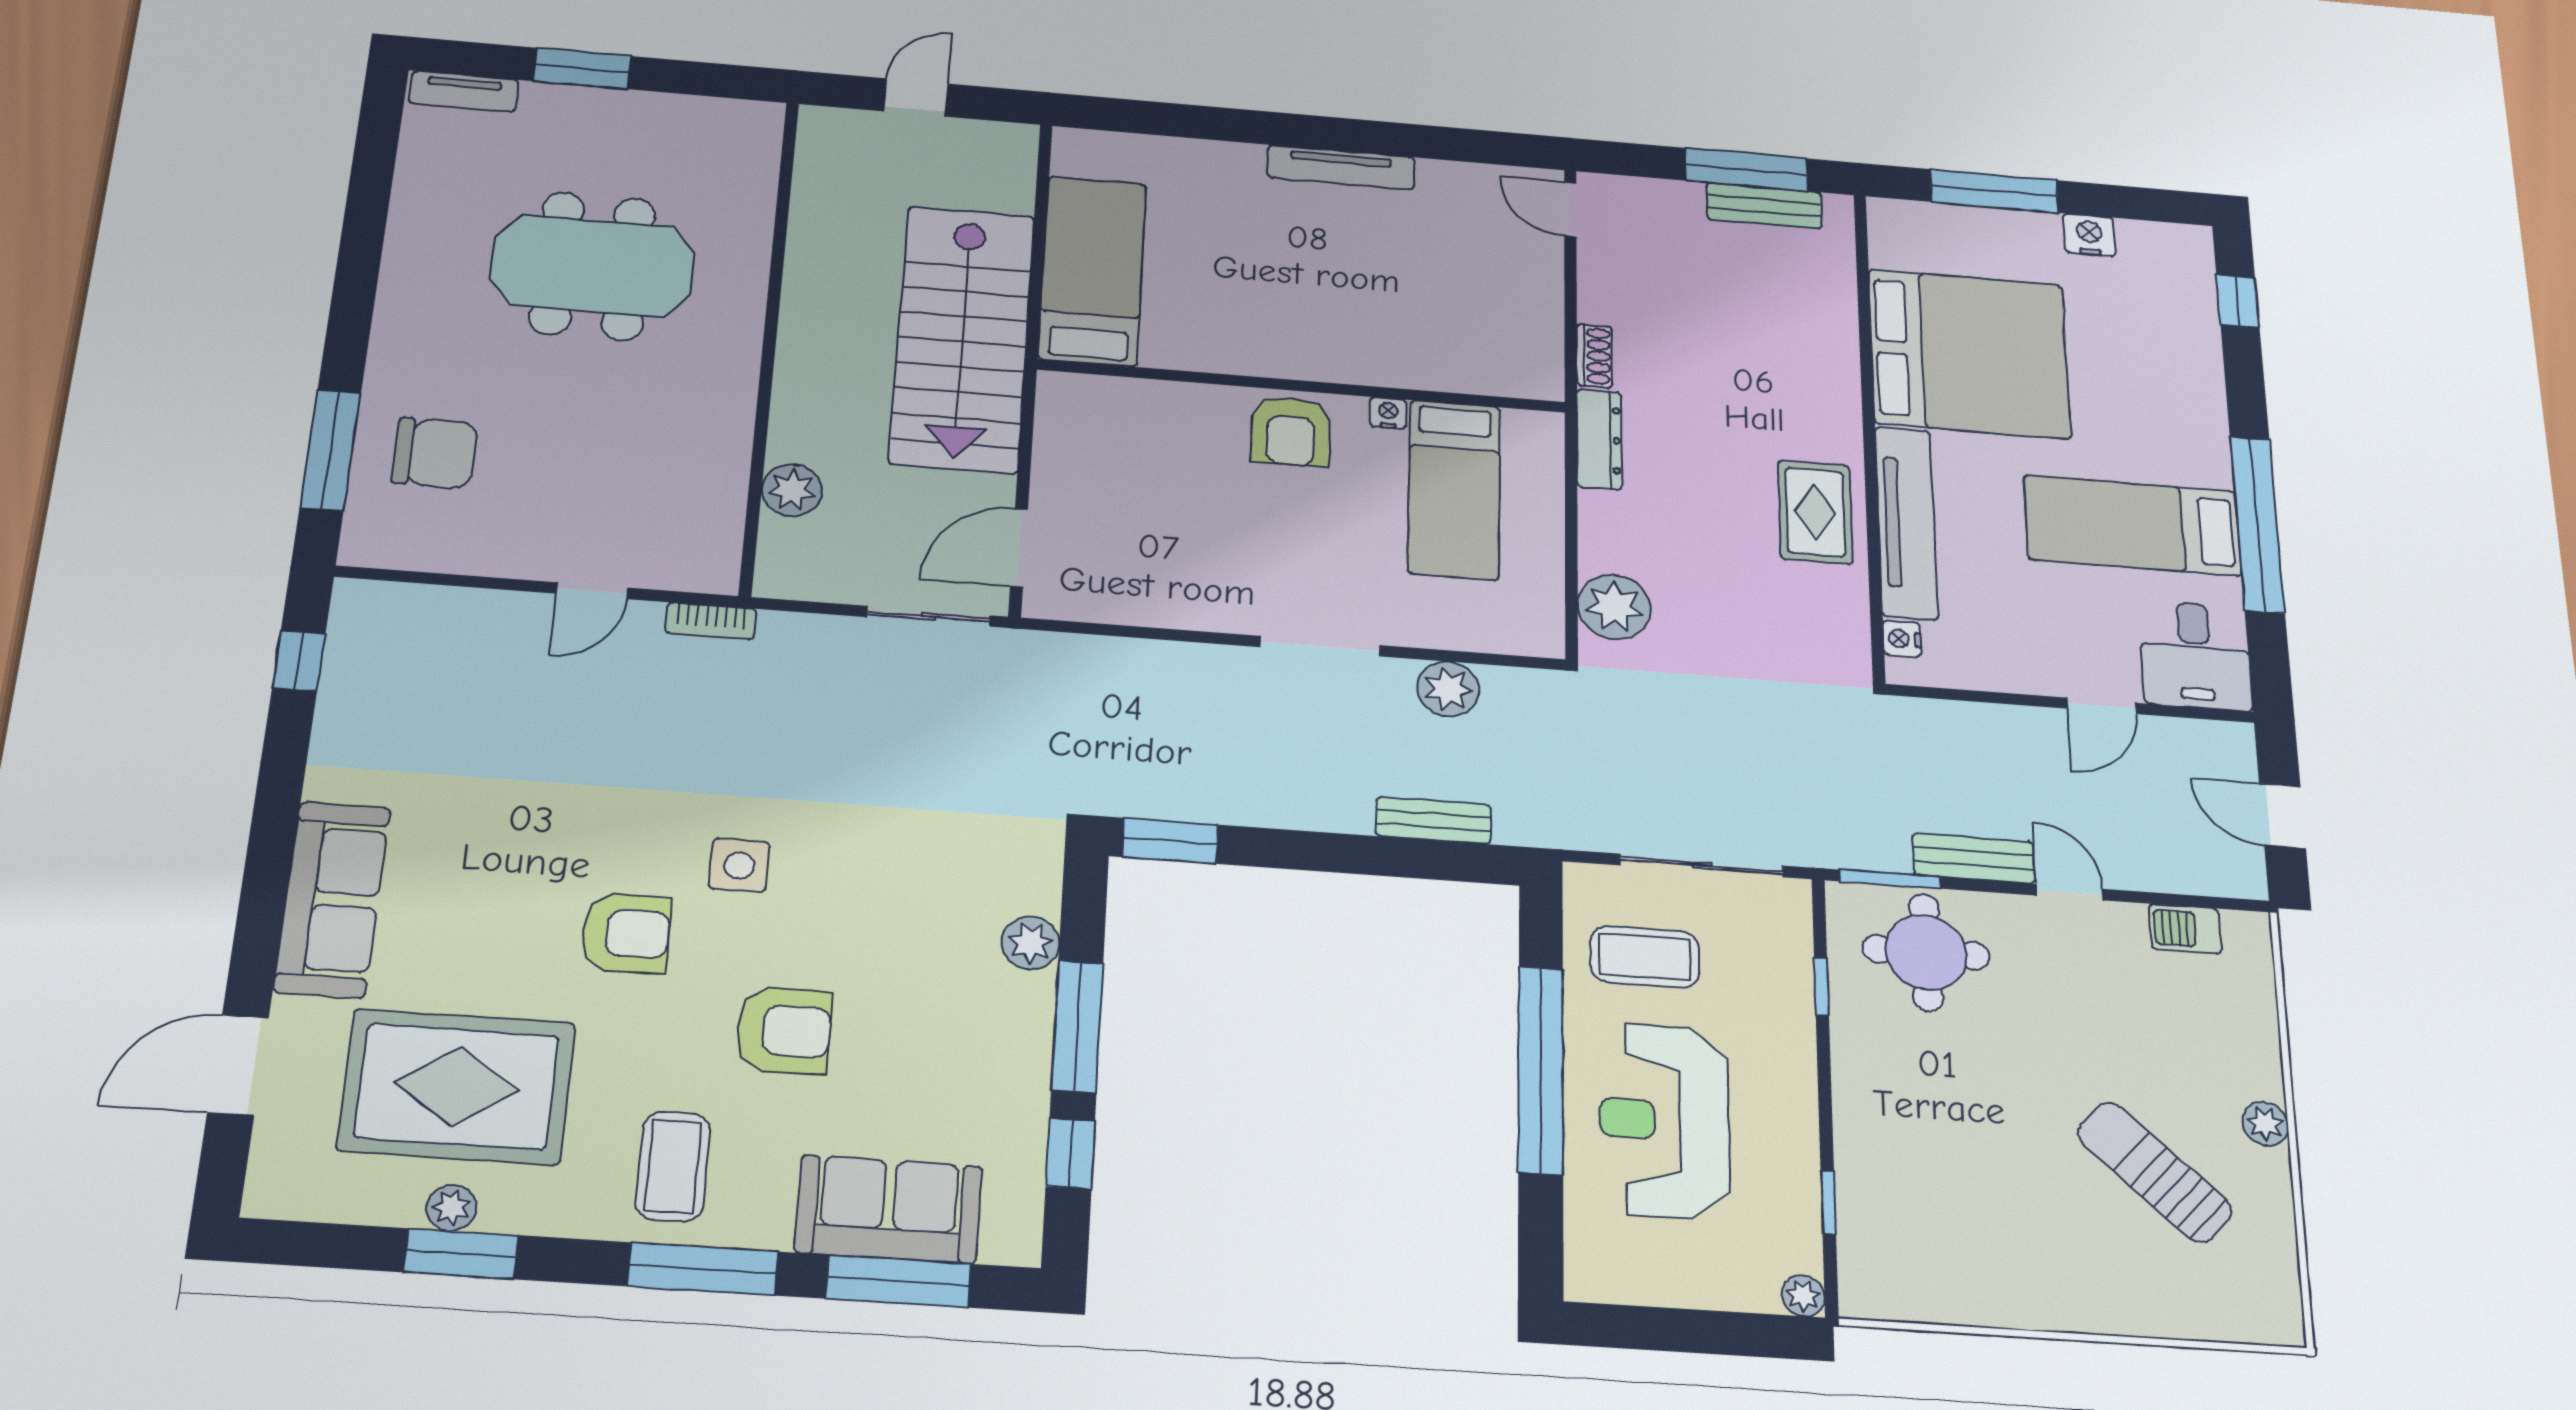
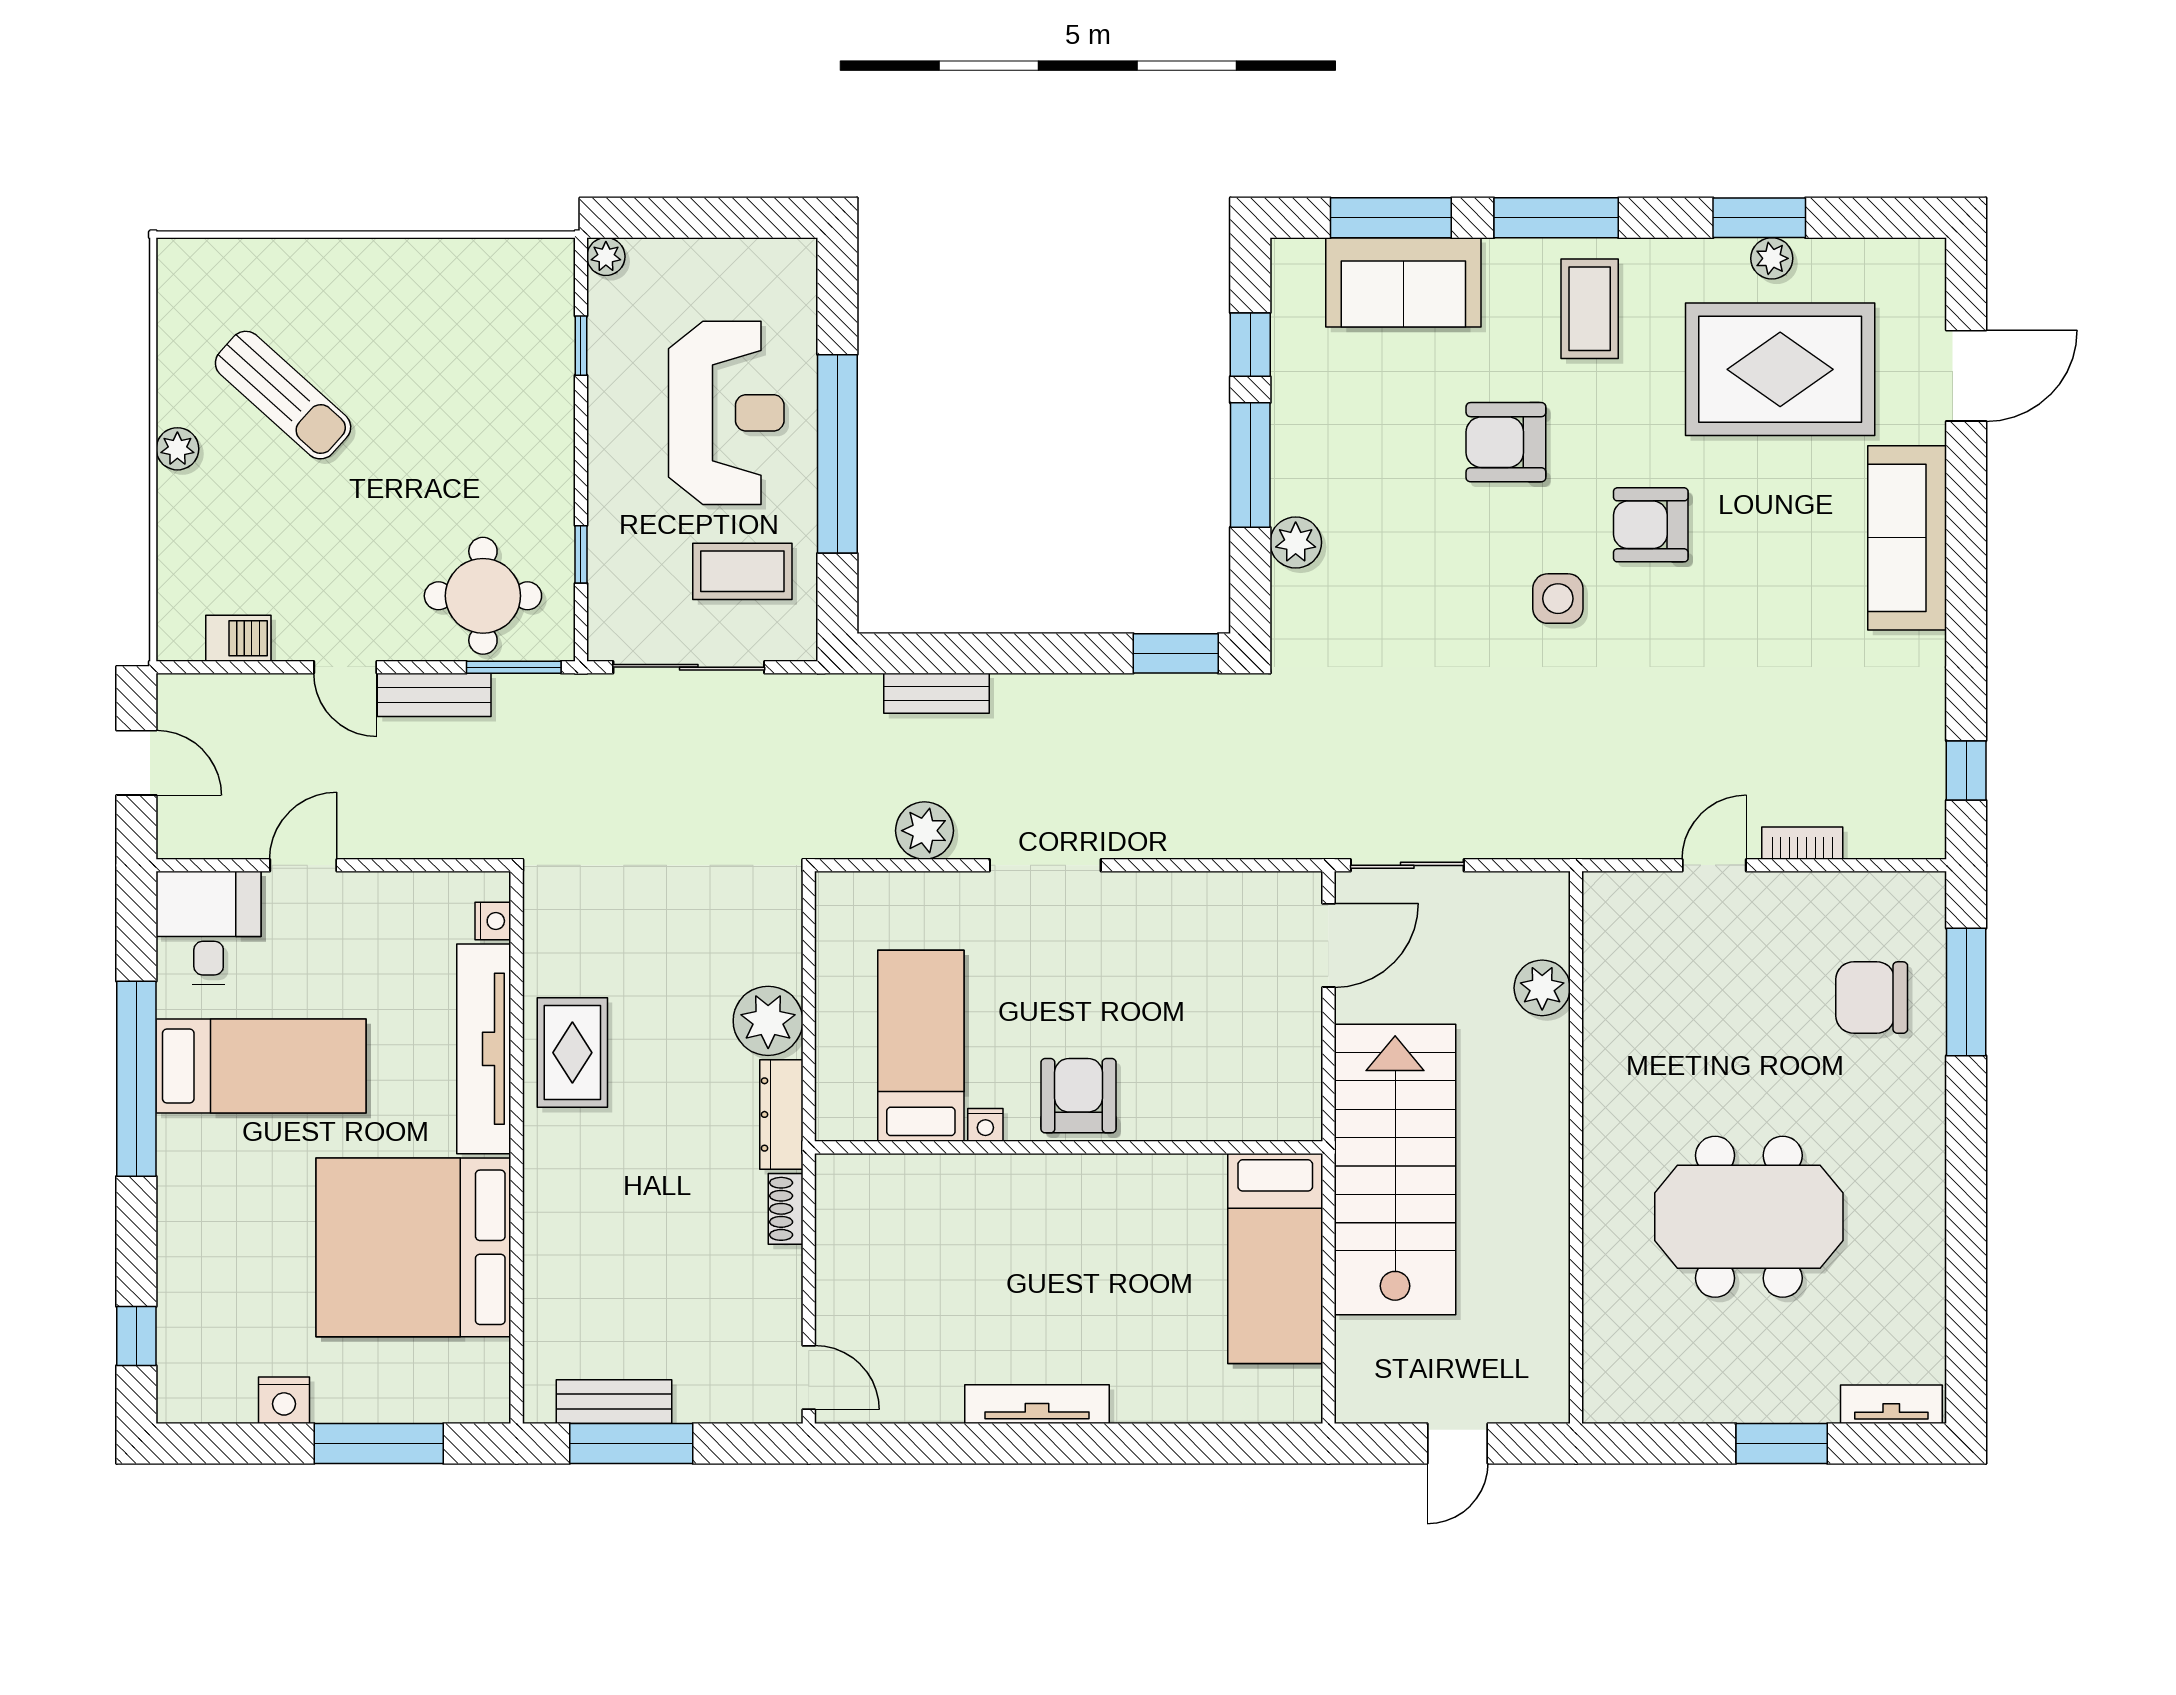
plant: (1614, 607) -> (768, 1021), moved
bookcase: (711, 621) -> (1802, 843), moved

